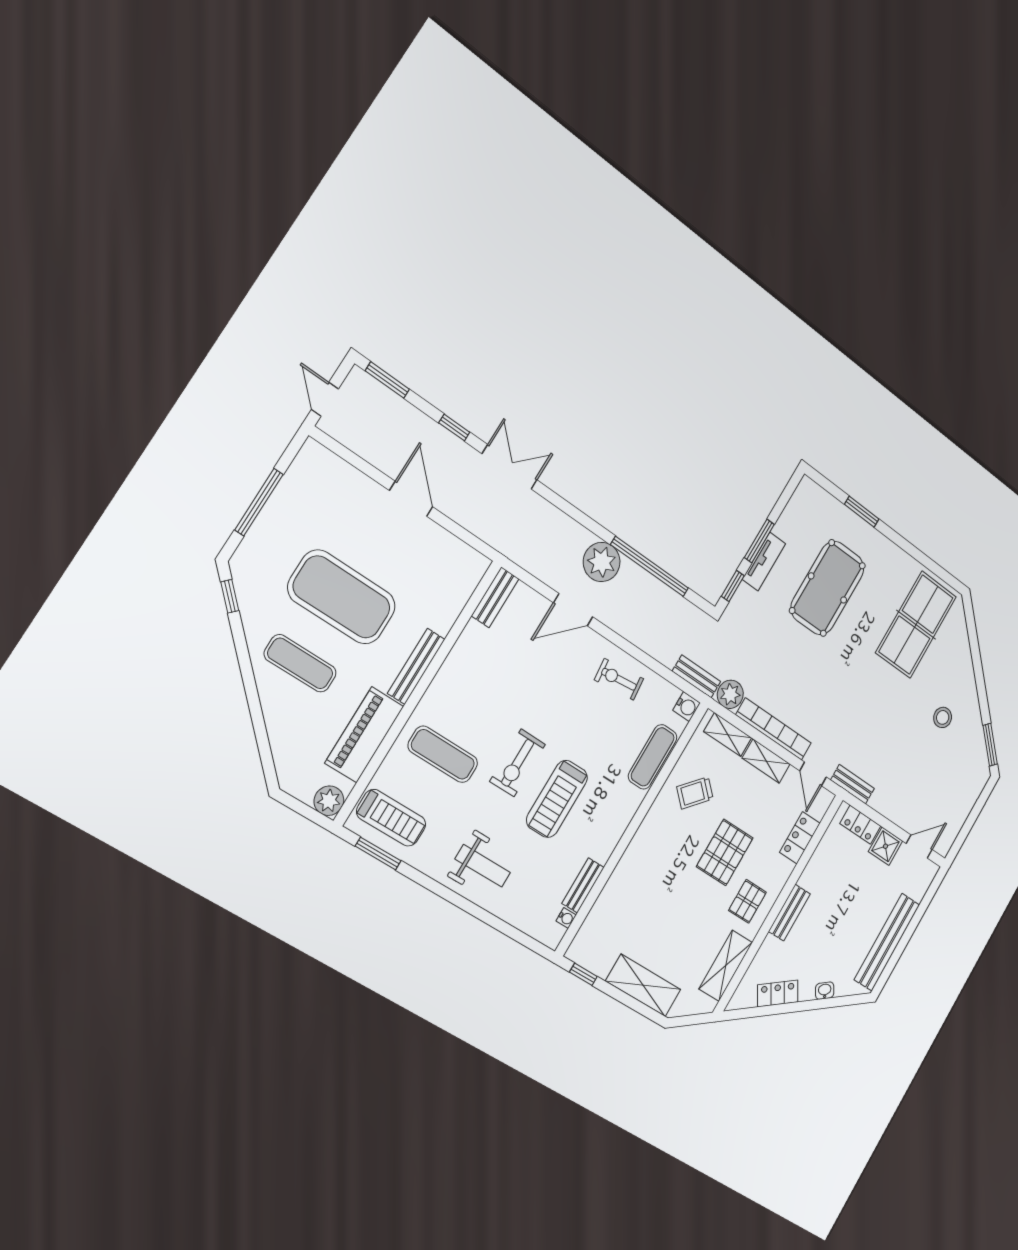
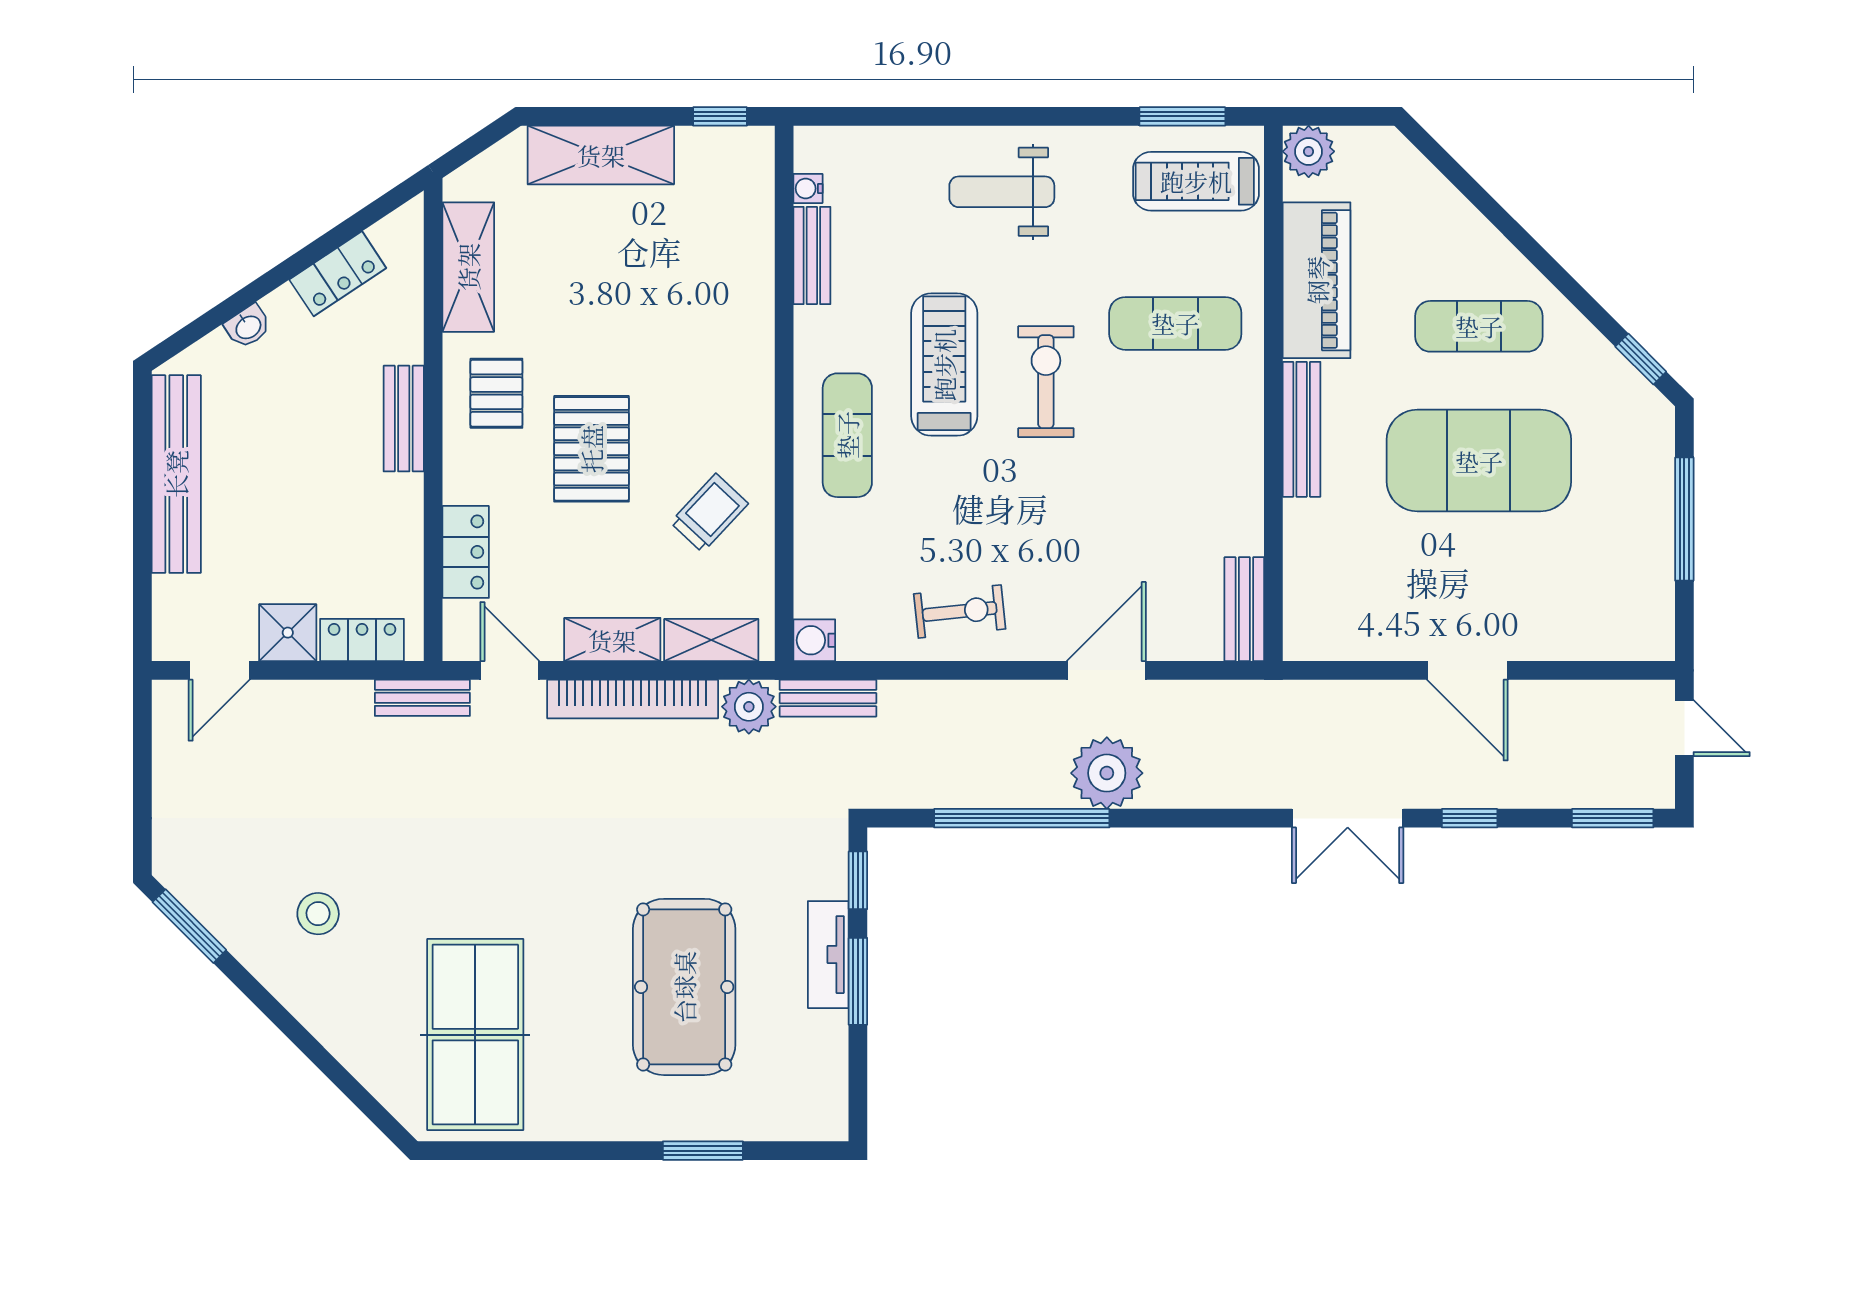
exercise mat: (653, 757) -> (847, 435), moved

